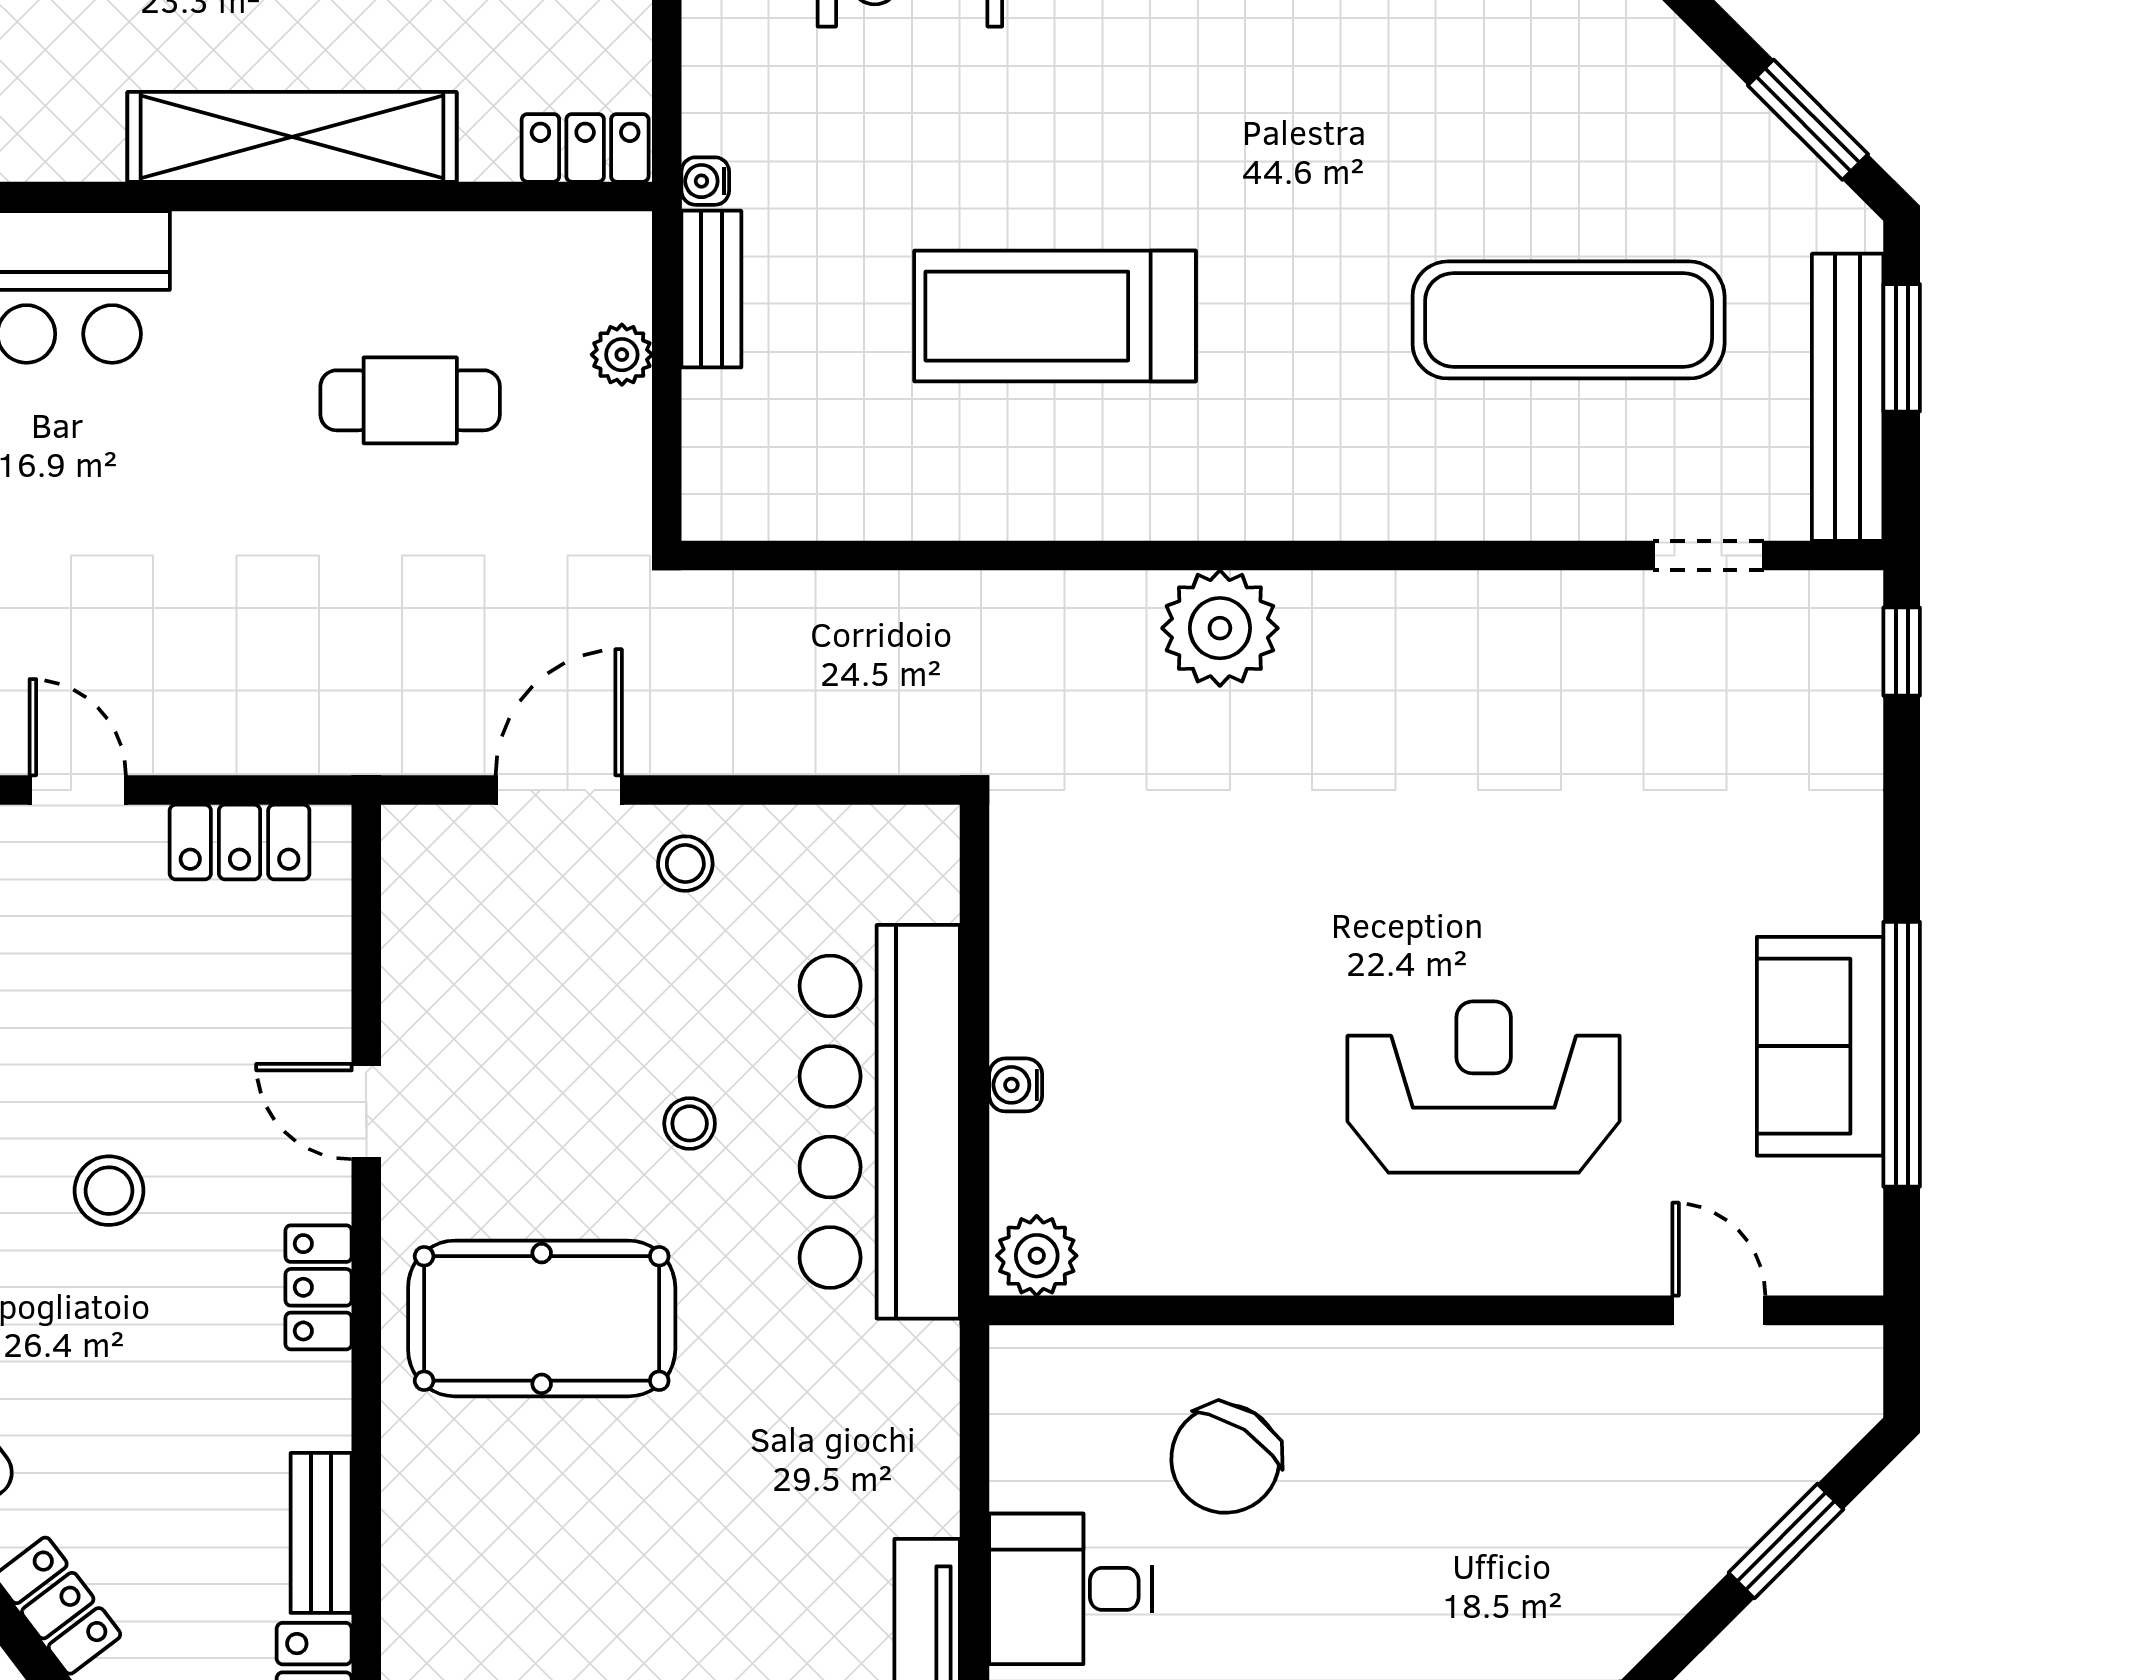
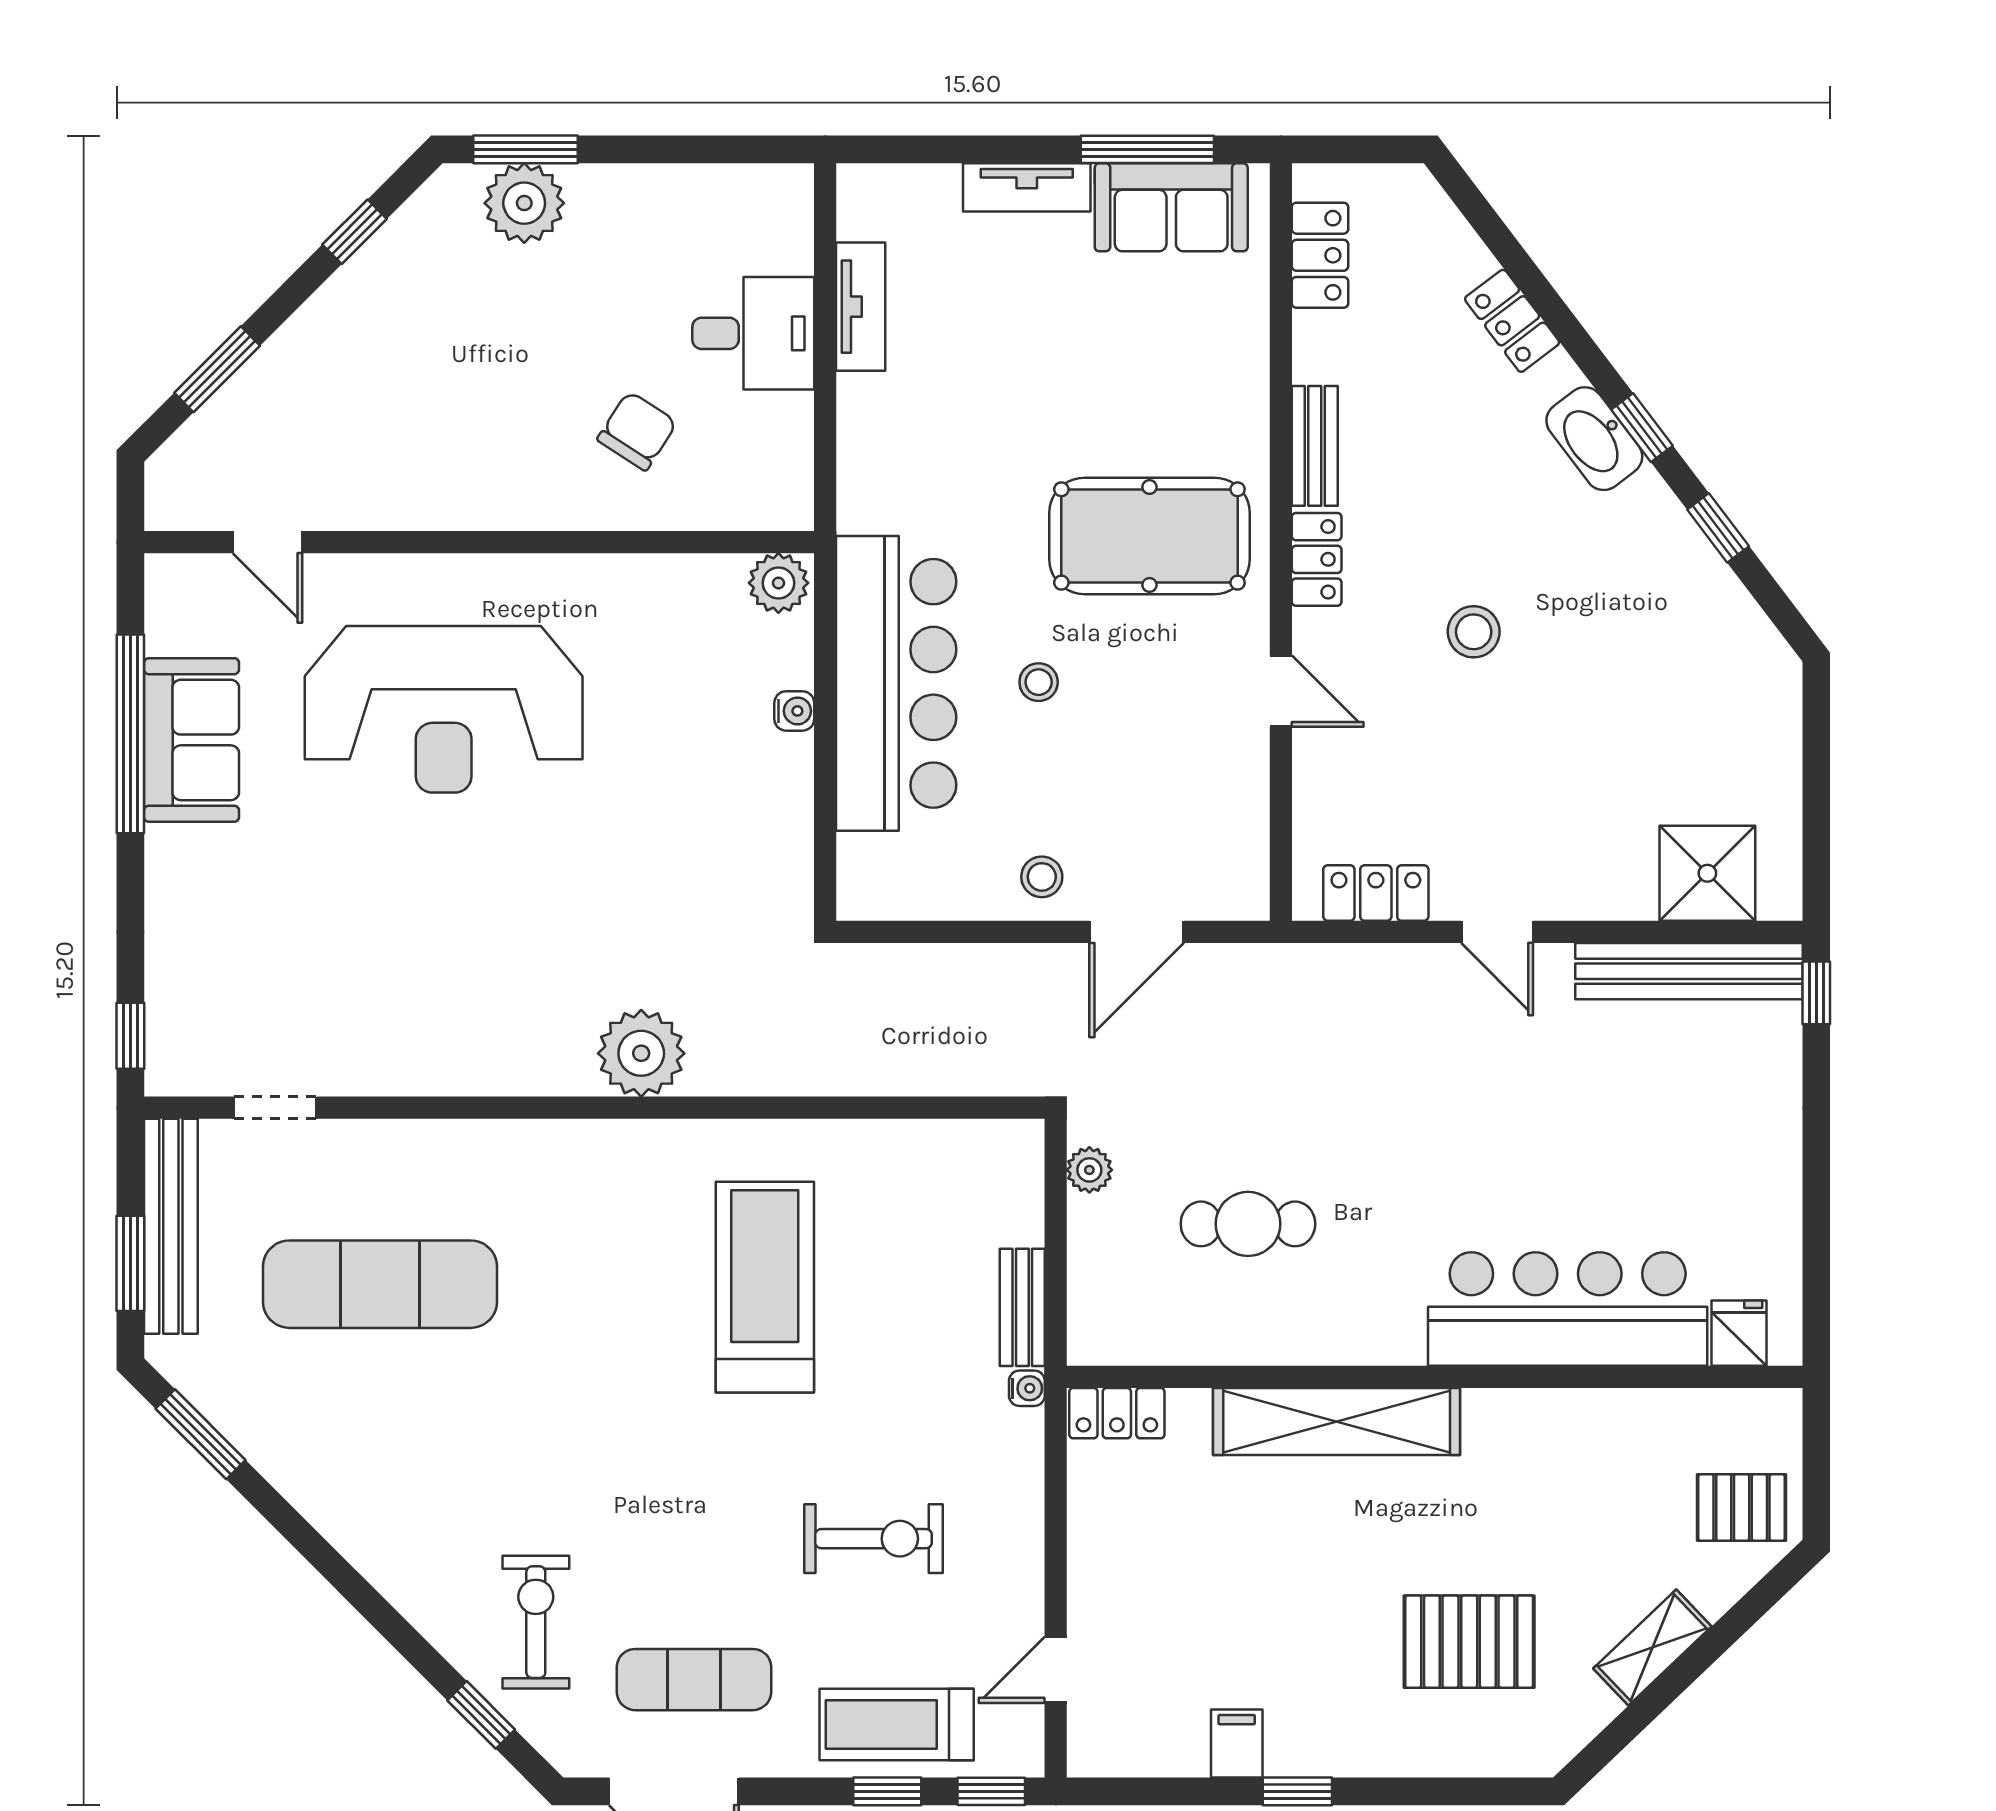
treadmill: (1055, 316) -> (765, 1287), turned -90
plant: (622, 355) -> (1089, 1170), moved
reception desk: (1484, 1087) -> (444, 709), width x1.36, depth x1.30
chair: (1225, 1459) -> (637, 431), width x0.73, depth x0.73
bench: (321, 1533) -> (1315, 446), moved

